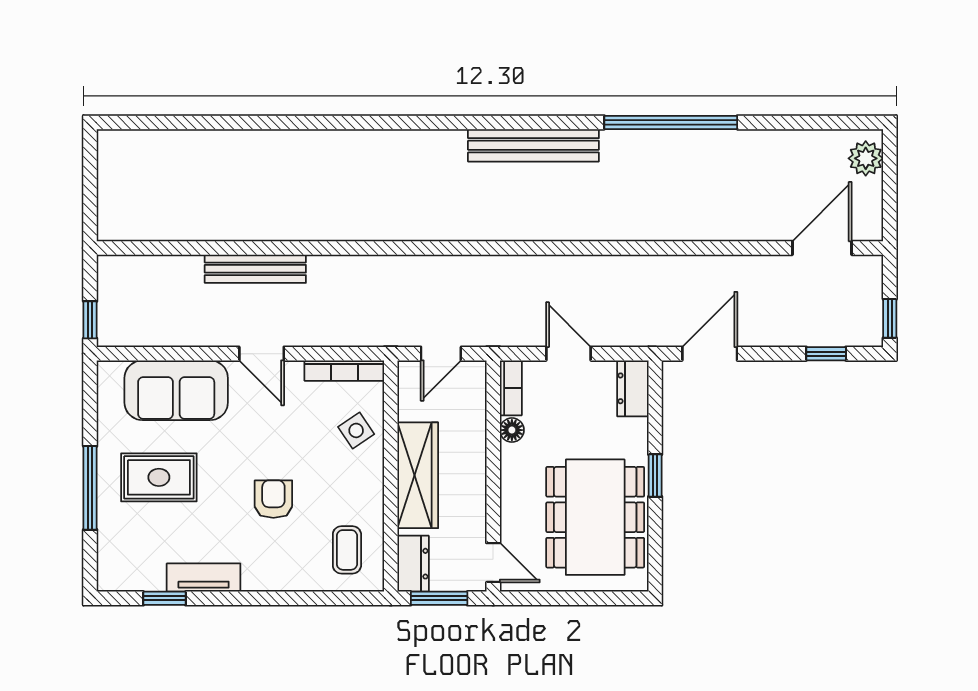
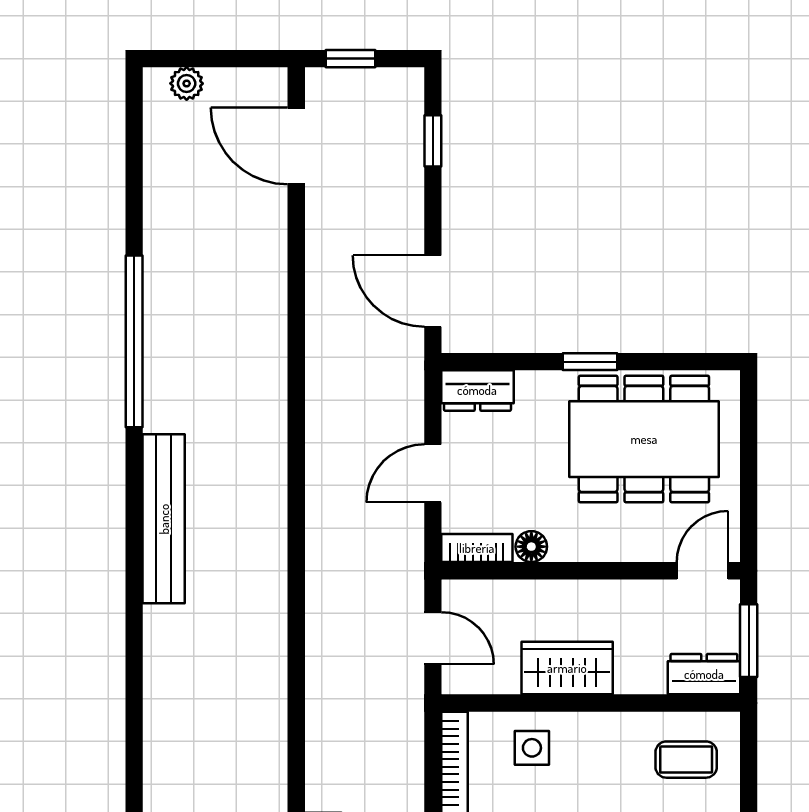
plant: (866, 158) -> (187, 83), width x0.73, depth x0.73
window: (890, 318) -> (351, 59), moved
side table: (356, 430) -> (532, 748), turned 34
wardrobe: (418, 475) -> (567, 668), width x0.67

